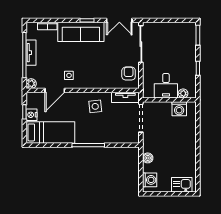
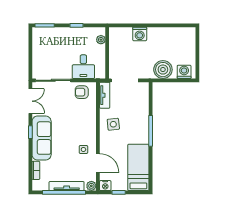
tv unit: (31, 53) -> (67, 186), width x1.41
desk: (166, 86) -> (83, 67), moved, turned 90
washing machine: (179, 109) -> (140, 34), moved, turned 90
nightstand: (31, 115) -> (105, 186), moved
boiler: (148, 158) -> (163, 70), width x1.86, depth x1.86
kitchen sink: (182, 185) -> (189, 41), removed

